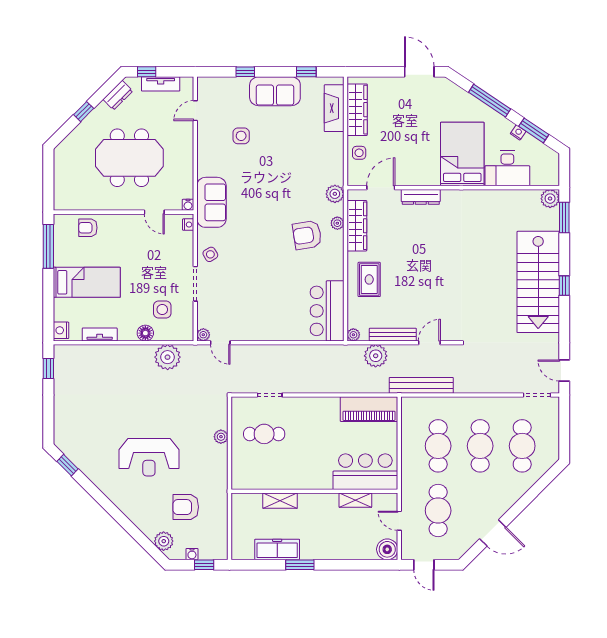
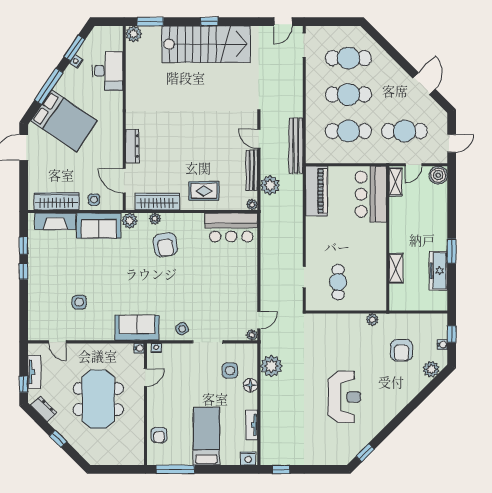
window: (245, 72) -> (24, 271), moved
sofa: (275, 91) -> (99, 226), moved, turned 90
bed: (462, 154) -> (64, 121), moved, turned -146
plant: (221, 437) -> (372, 320), moved
reception desk: (149, 457) -> (344, 397), moved
shelving: (355, 500) -> (396, 182), moved

